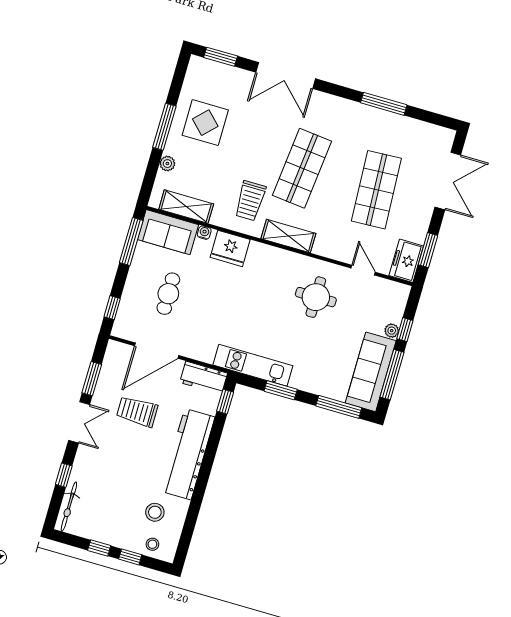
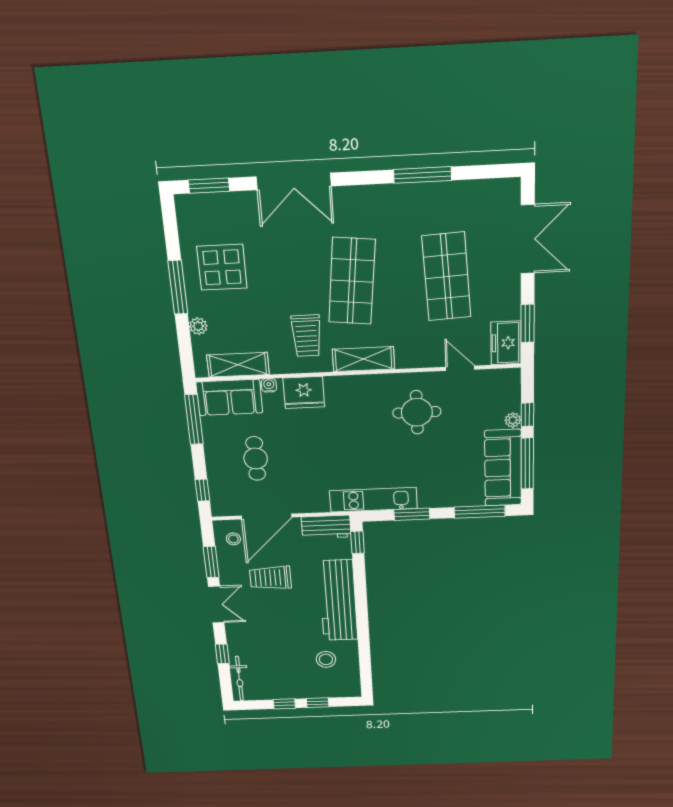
stool: (152, 544) -> (233, 539), moved

